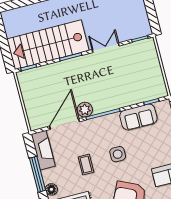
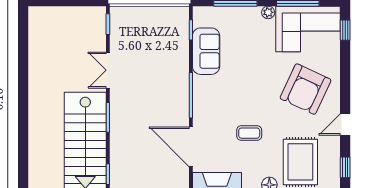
plant: (85, 110) -> (179, 117), removed
side table: (118, 154) -> (246, 90), removed

